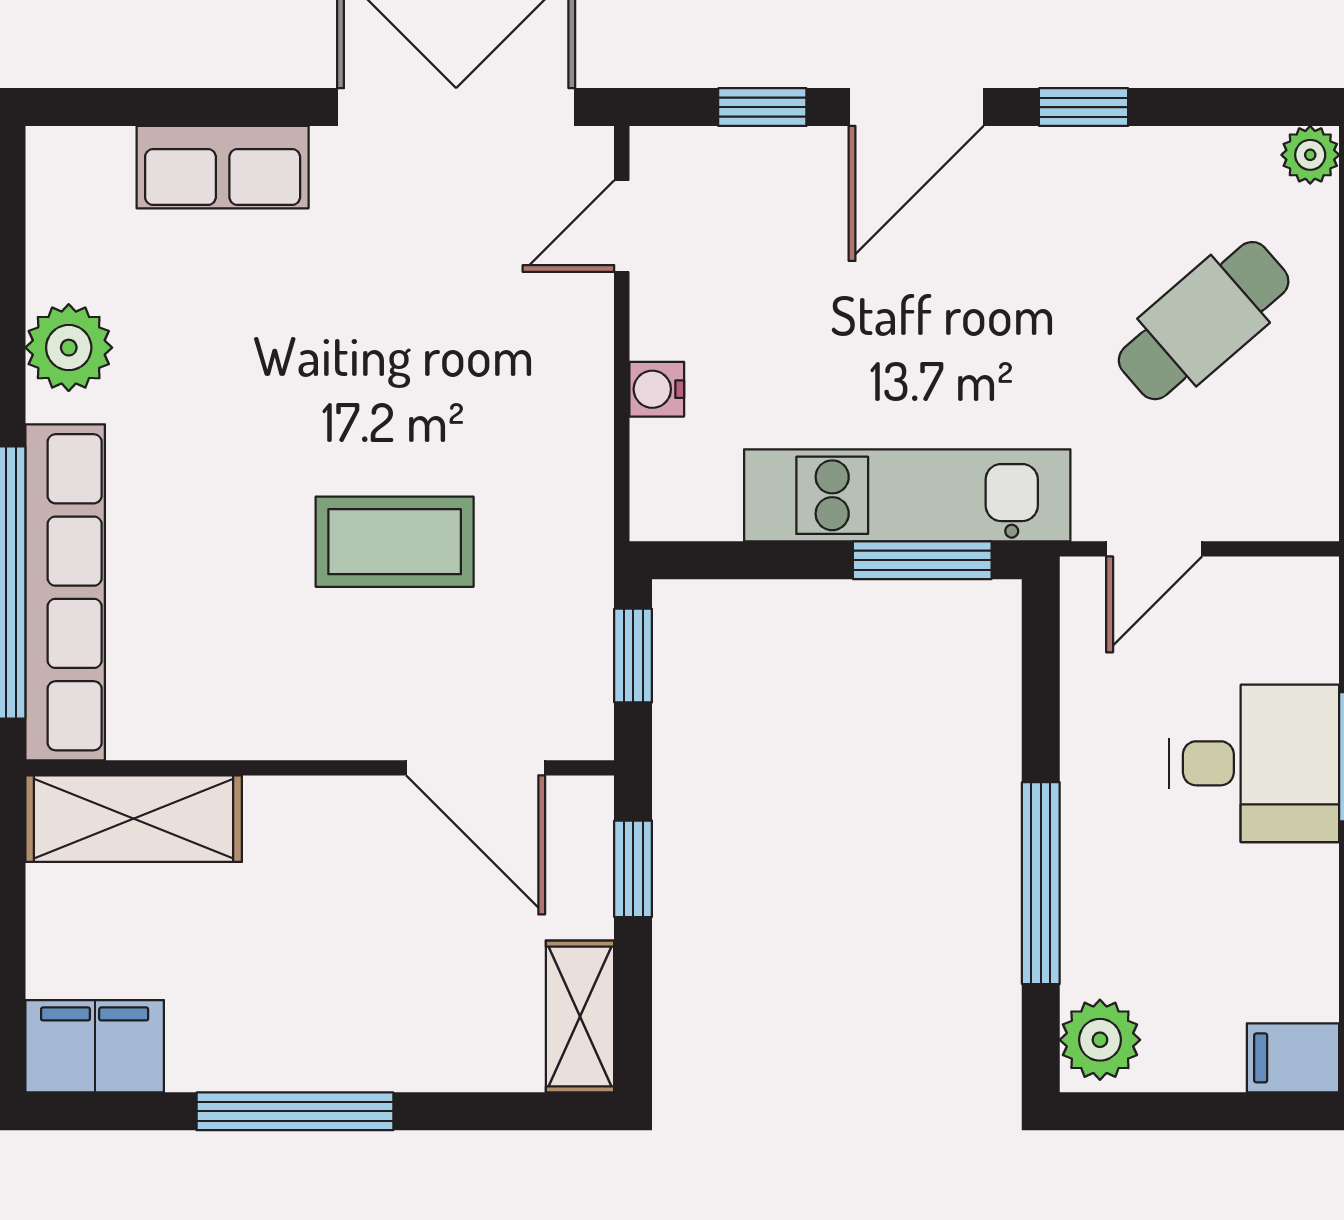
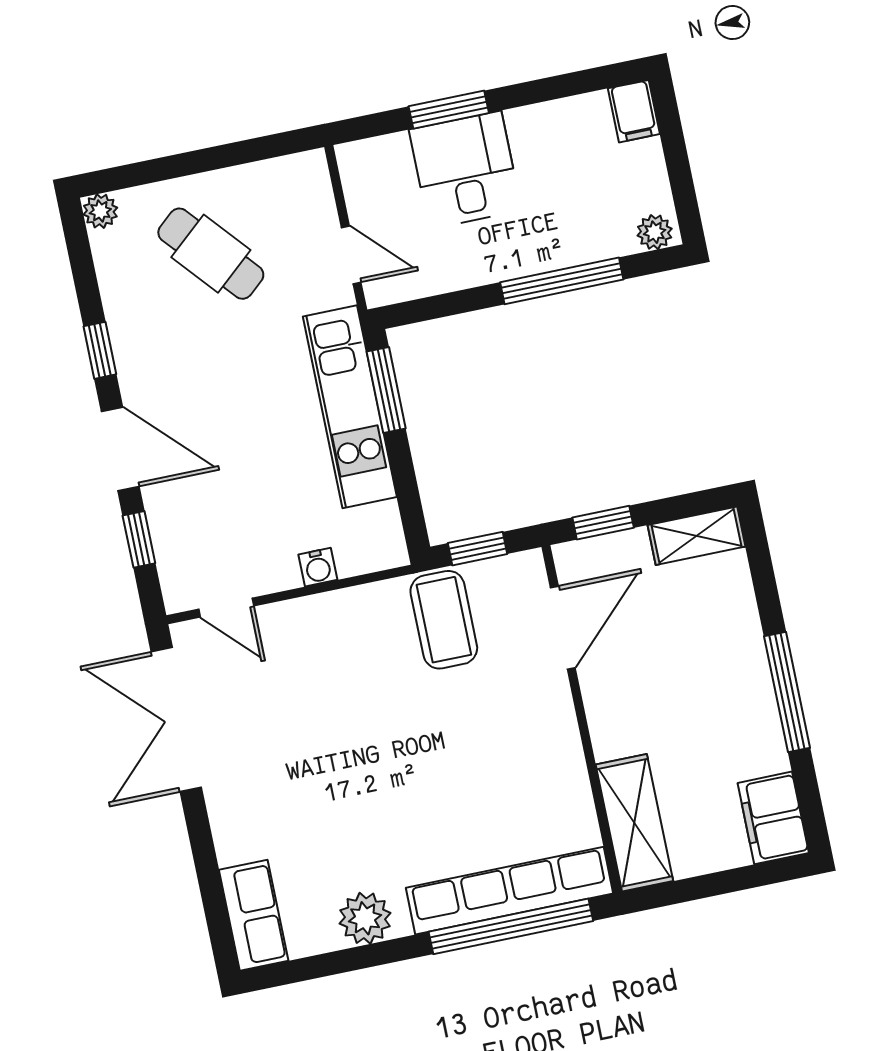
row of seats: (223, 167) -> (254, 915), moved
coffee table: (395, 542) -> (444, 620), moved
plant: (1100, 1040) -> (655, 232), width x0.73, depth x0.73

